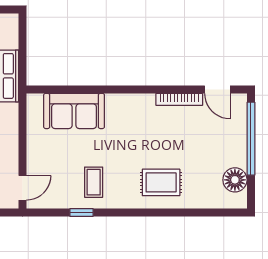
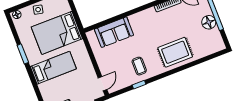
floor lamp: (235, 180) -> (209, 22), moved
rug: (161, 182) -> (175, 52), width x1.36, depth x1.43

